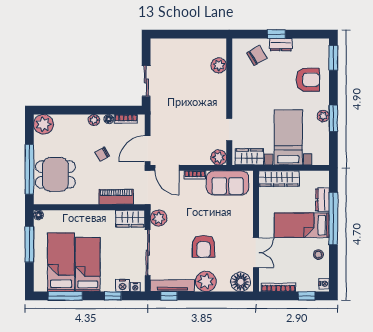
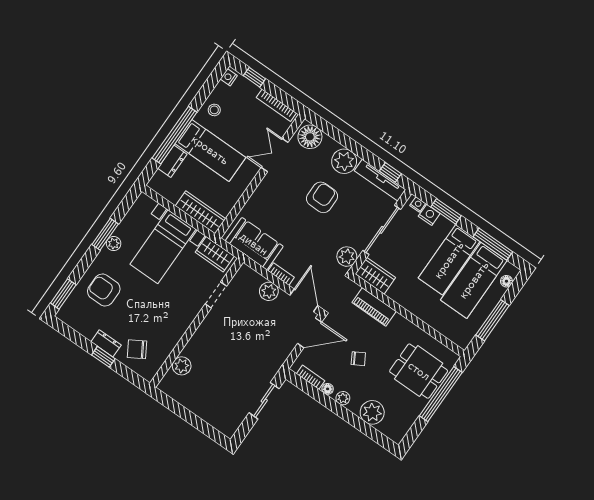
plant: (43, 124) -> (372, 412), moved
plant: (219, 157) -> (269, 291), moved
floor lamp: (38, 215) -> (506, 281), moved
window: (113, 296) -> (446, 211), width x1.50

